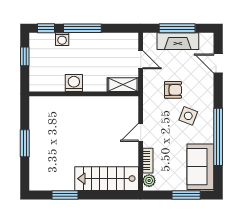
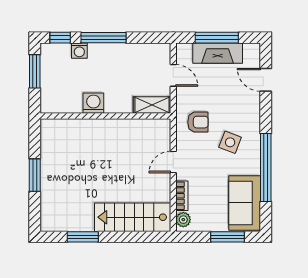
window: (25, 56) -> (35, 71), width x1.50
armchair: (173, 90) -> (198, 122), moved

